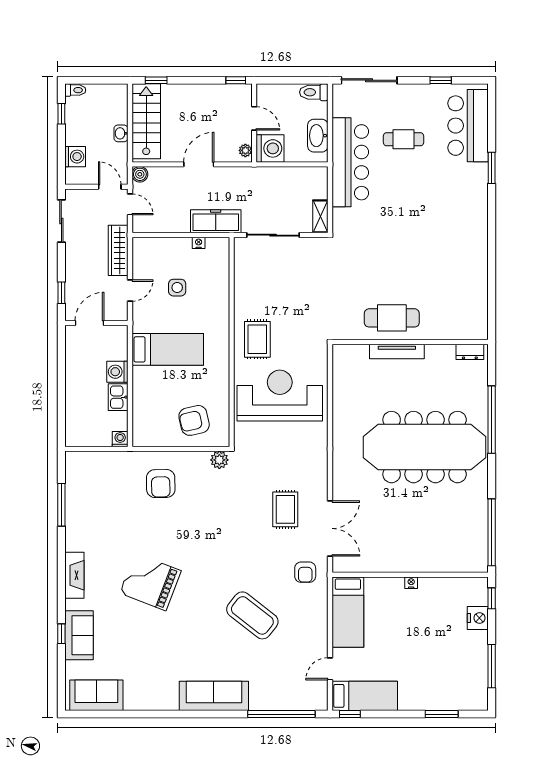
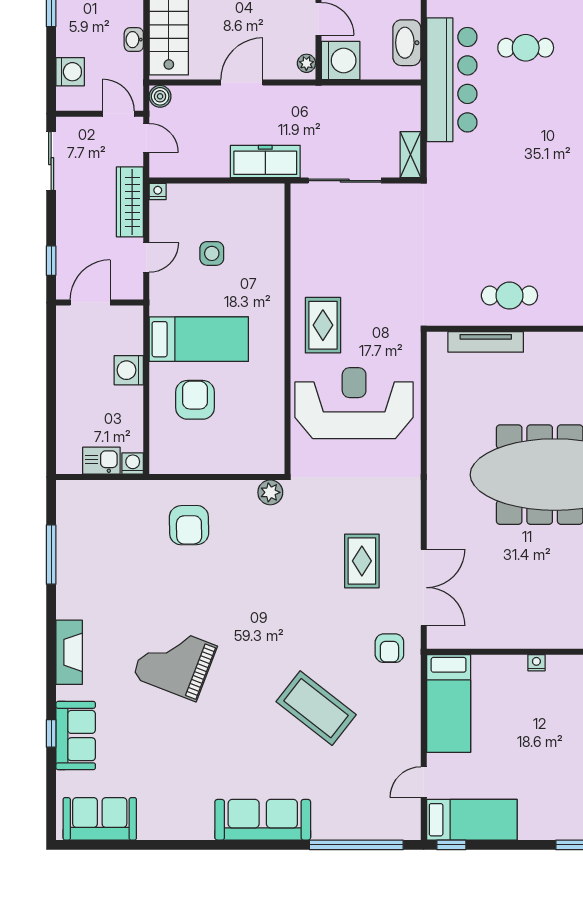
nightstand: (199, 243) -> (158, 192), moved
cafe table: (392, 318) -> (509, 296), width x0.73, depth x0.74
tv unit: (397, 351) -> (486, 342), moved
kitchen sink: (118, 397) -> (101, 461), moved, turned 90
armchair: (194, 420) -> (195, 400), moved, turned 103

